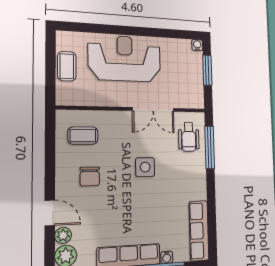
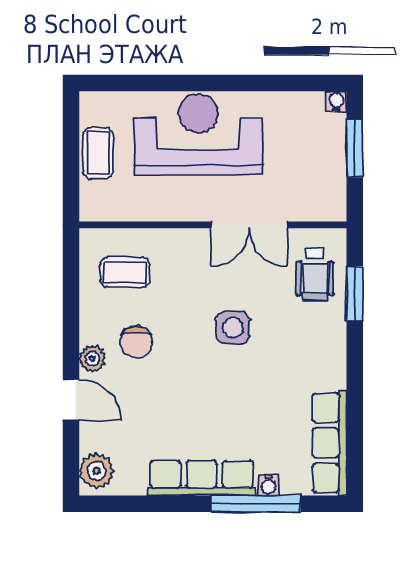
window: (210, 147) -> (355, 293), width x0.69
plant: (63, 235) -> (92, 359), moved

